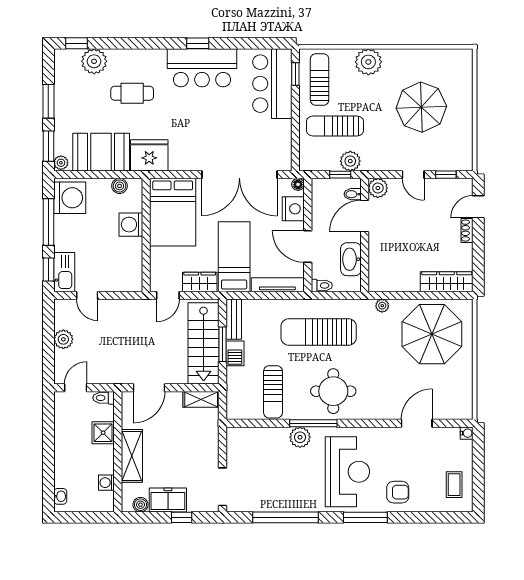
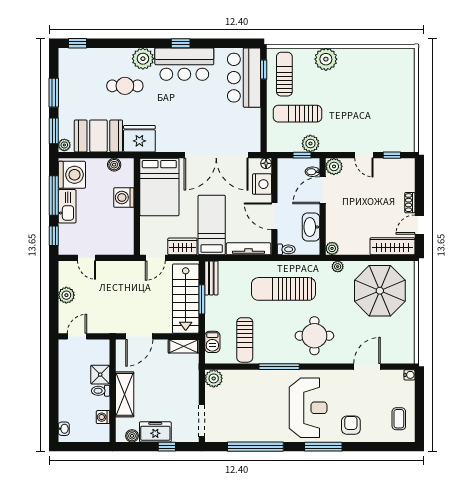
plant: (94, 61) -> (143, 59), moved
parasol: (421, 107) -> (371, 98), removed
door: (478, 207) -> (419, 225), moved
kitchen sink: (64, 272) -> (67, 206), moved
plant: (376, 284) -> (332, 248), added
barbecue: (235, 353) -> (212, 342), moved
round table: (333, 391) -> (314, 336), moved
toilet: (104, 398) -> (101, 391), moved
plant: (300, 437) -> (214, 378), moved
armchair: (398, 492) -> (351, 425), turned -90

